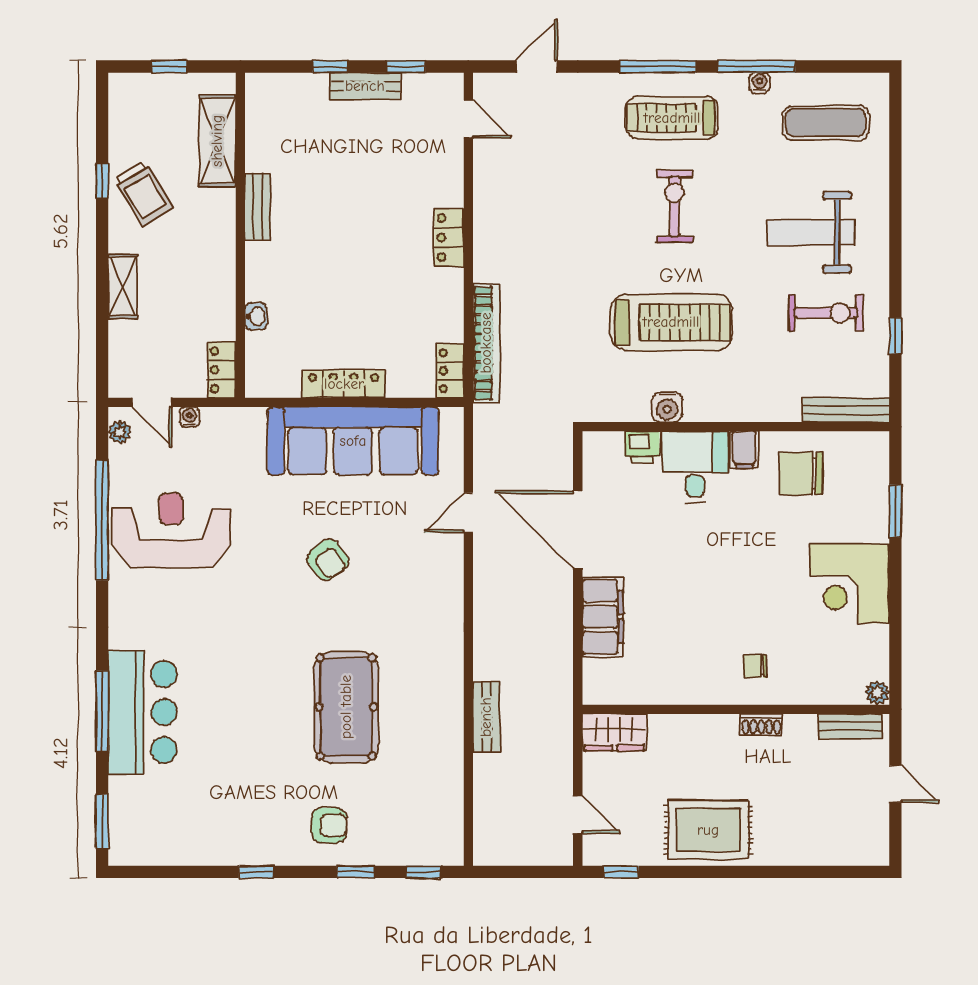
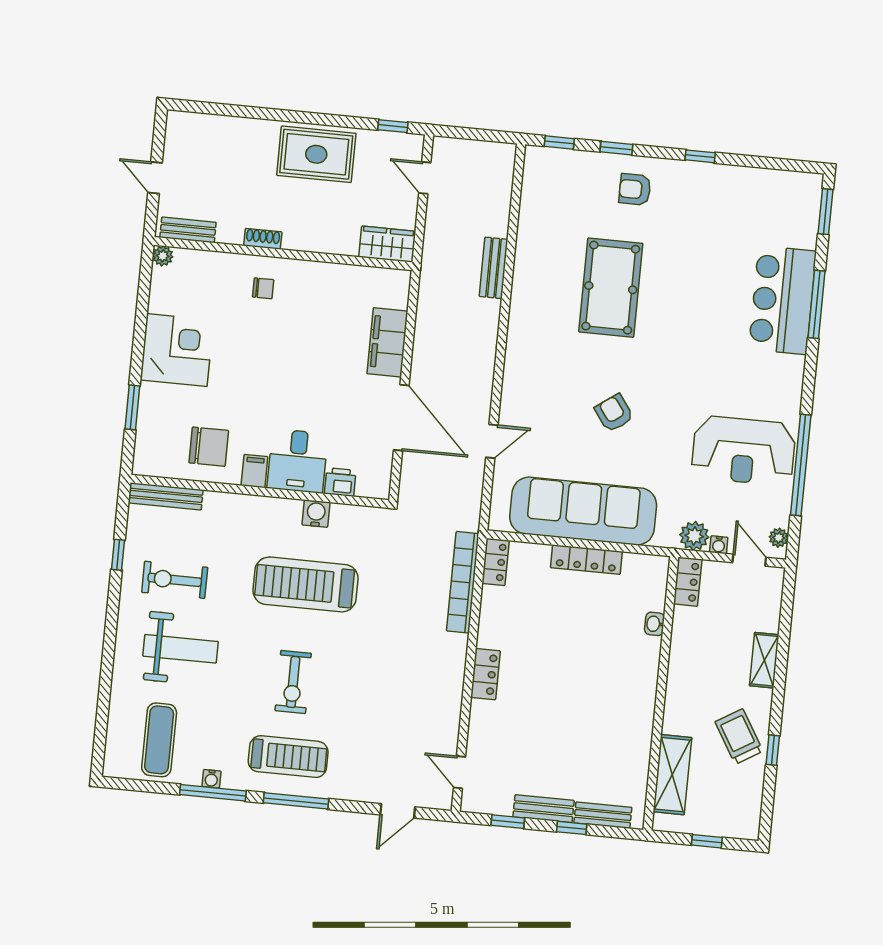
exercise mat: (826, 123) -> (159, 740), turned 90
bench: (258, 207) -> (603, 815), moved, turned 90
plant: (219, 424) -> (694, 536), added

